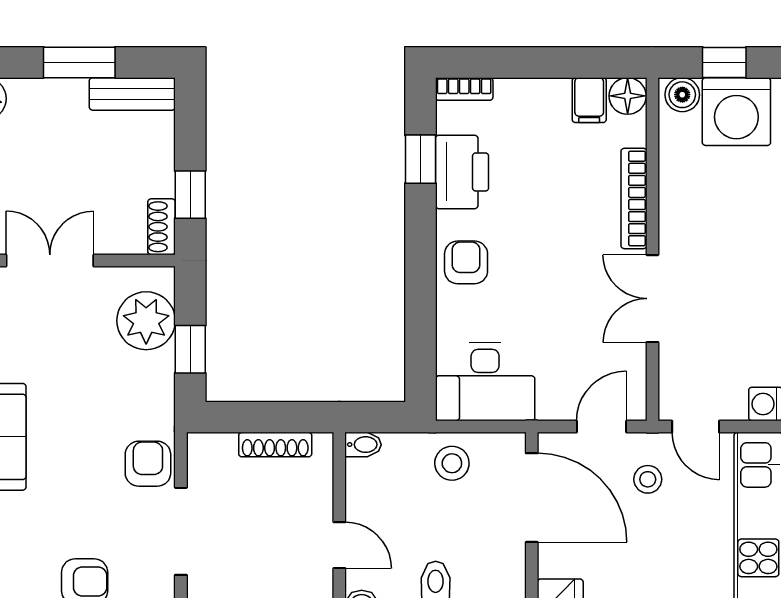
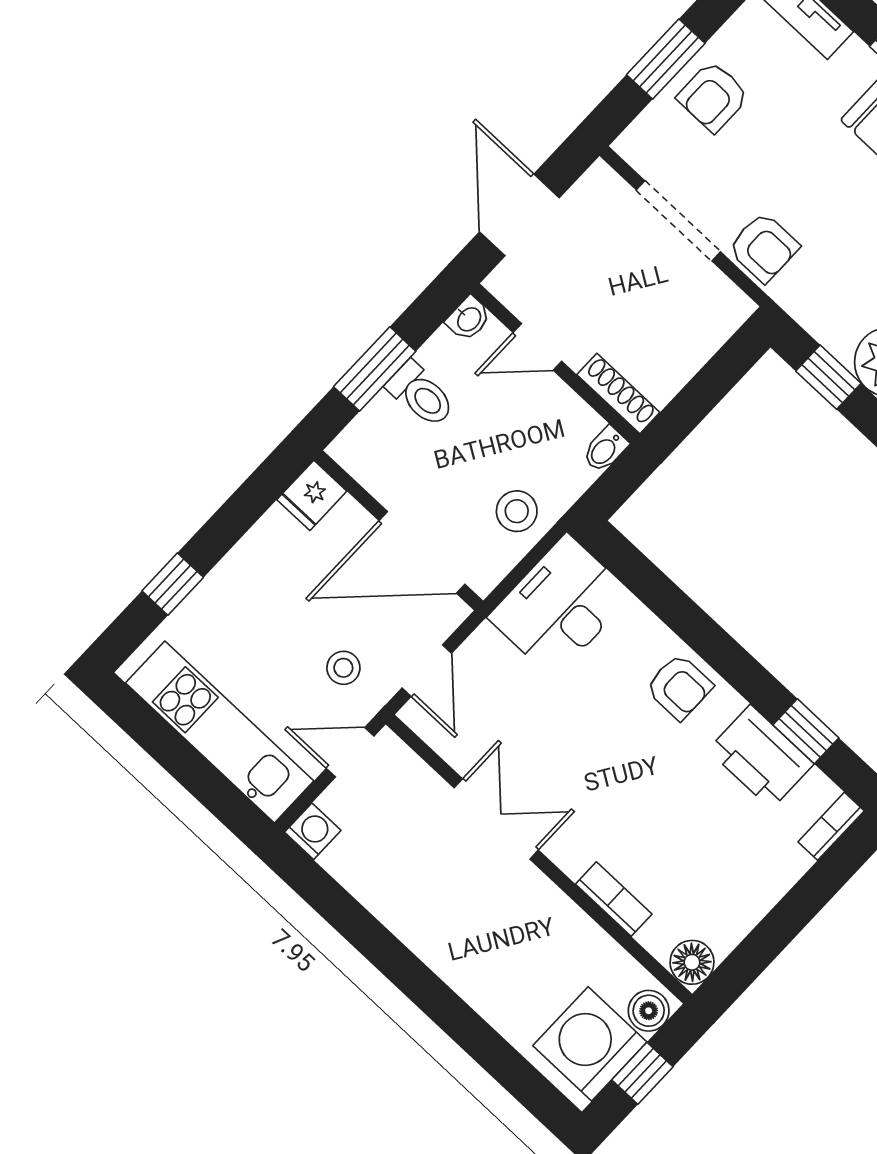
filing cabinet: (589, 100) -> (720, 926), removed
bookcase: (634, 198) -> (614, 899), width x0.64
shoe rack: (275, 445) -> (618, 394), moved, turned 90

